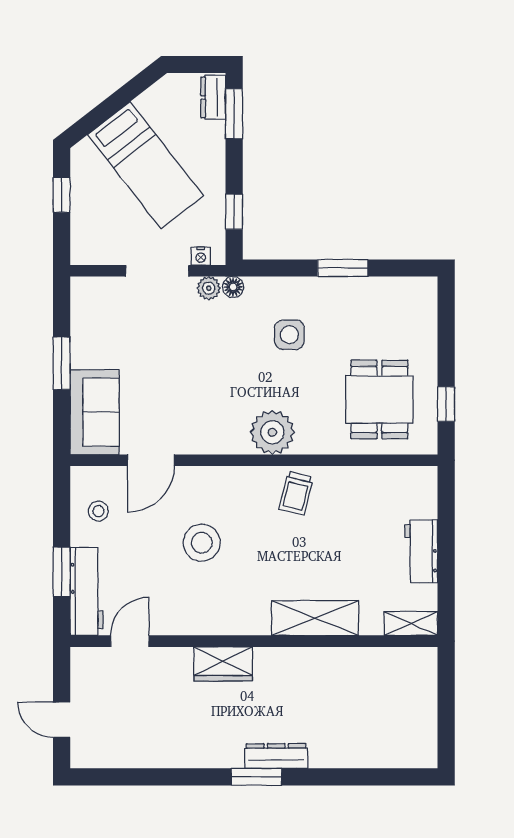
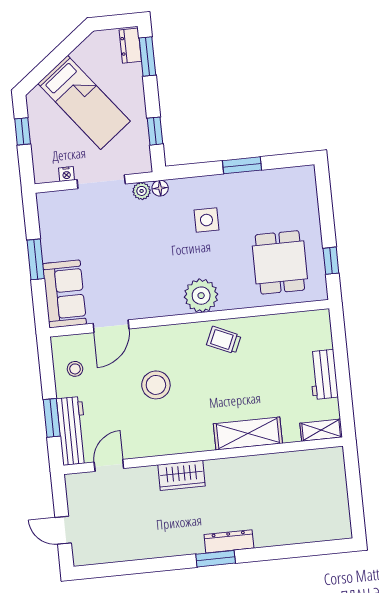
nightstand: (201, 256) -> (66, 174), moved
trolley: (296, 493) -> (224, 340), turned 100

